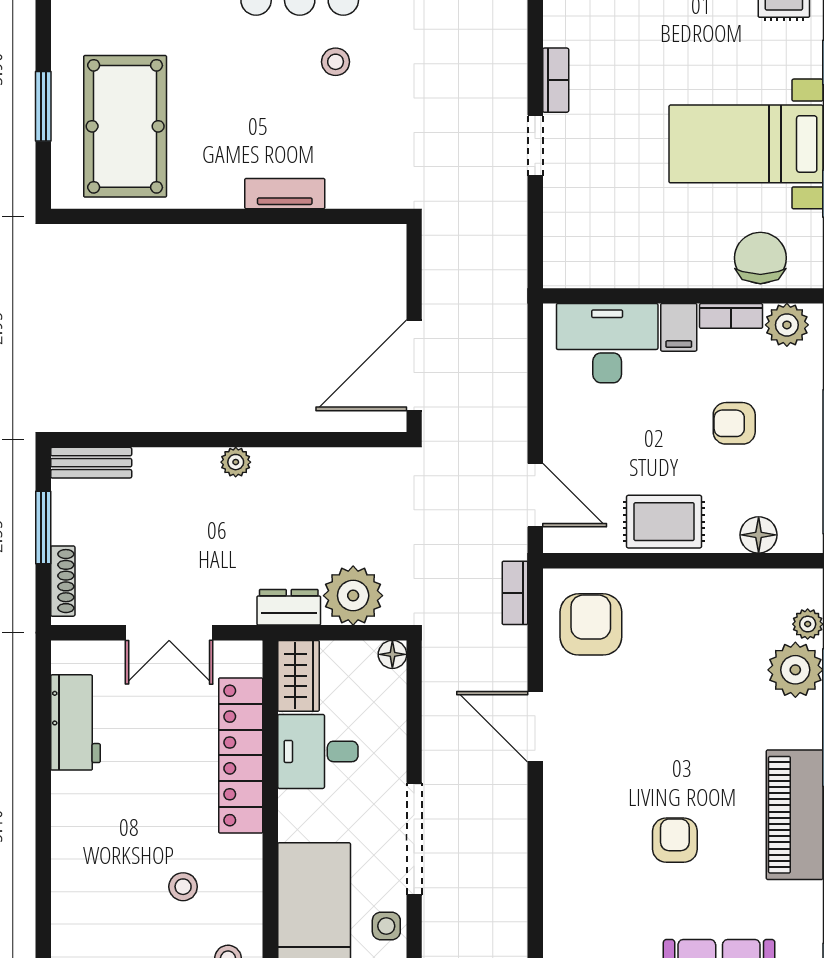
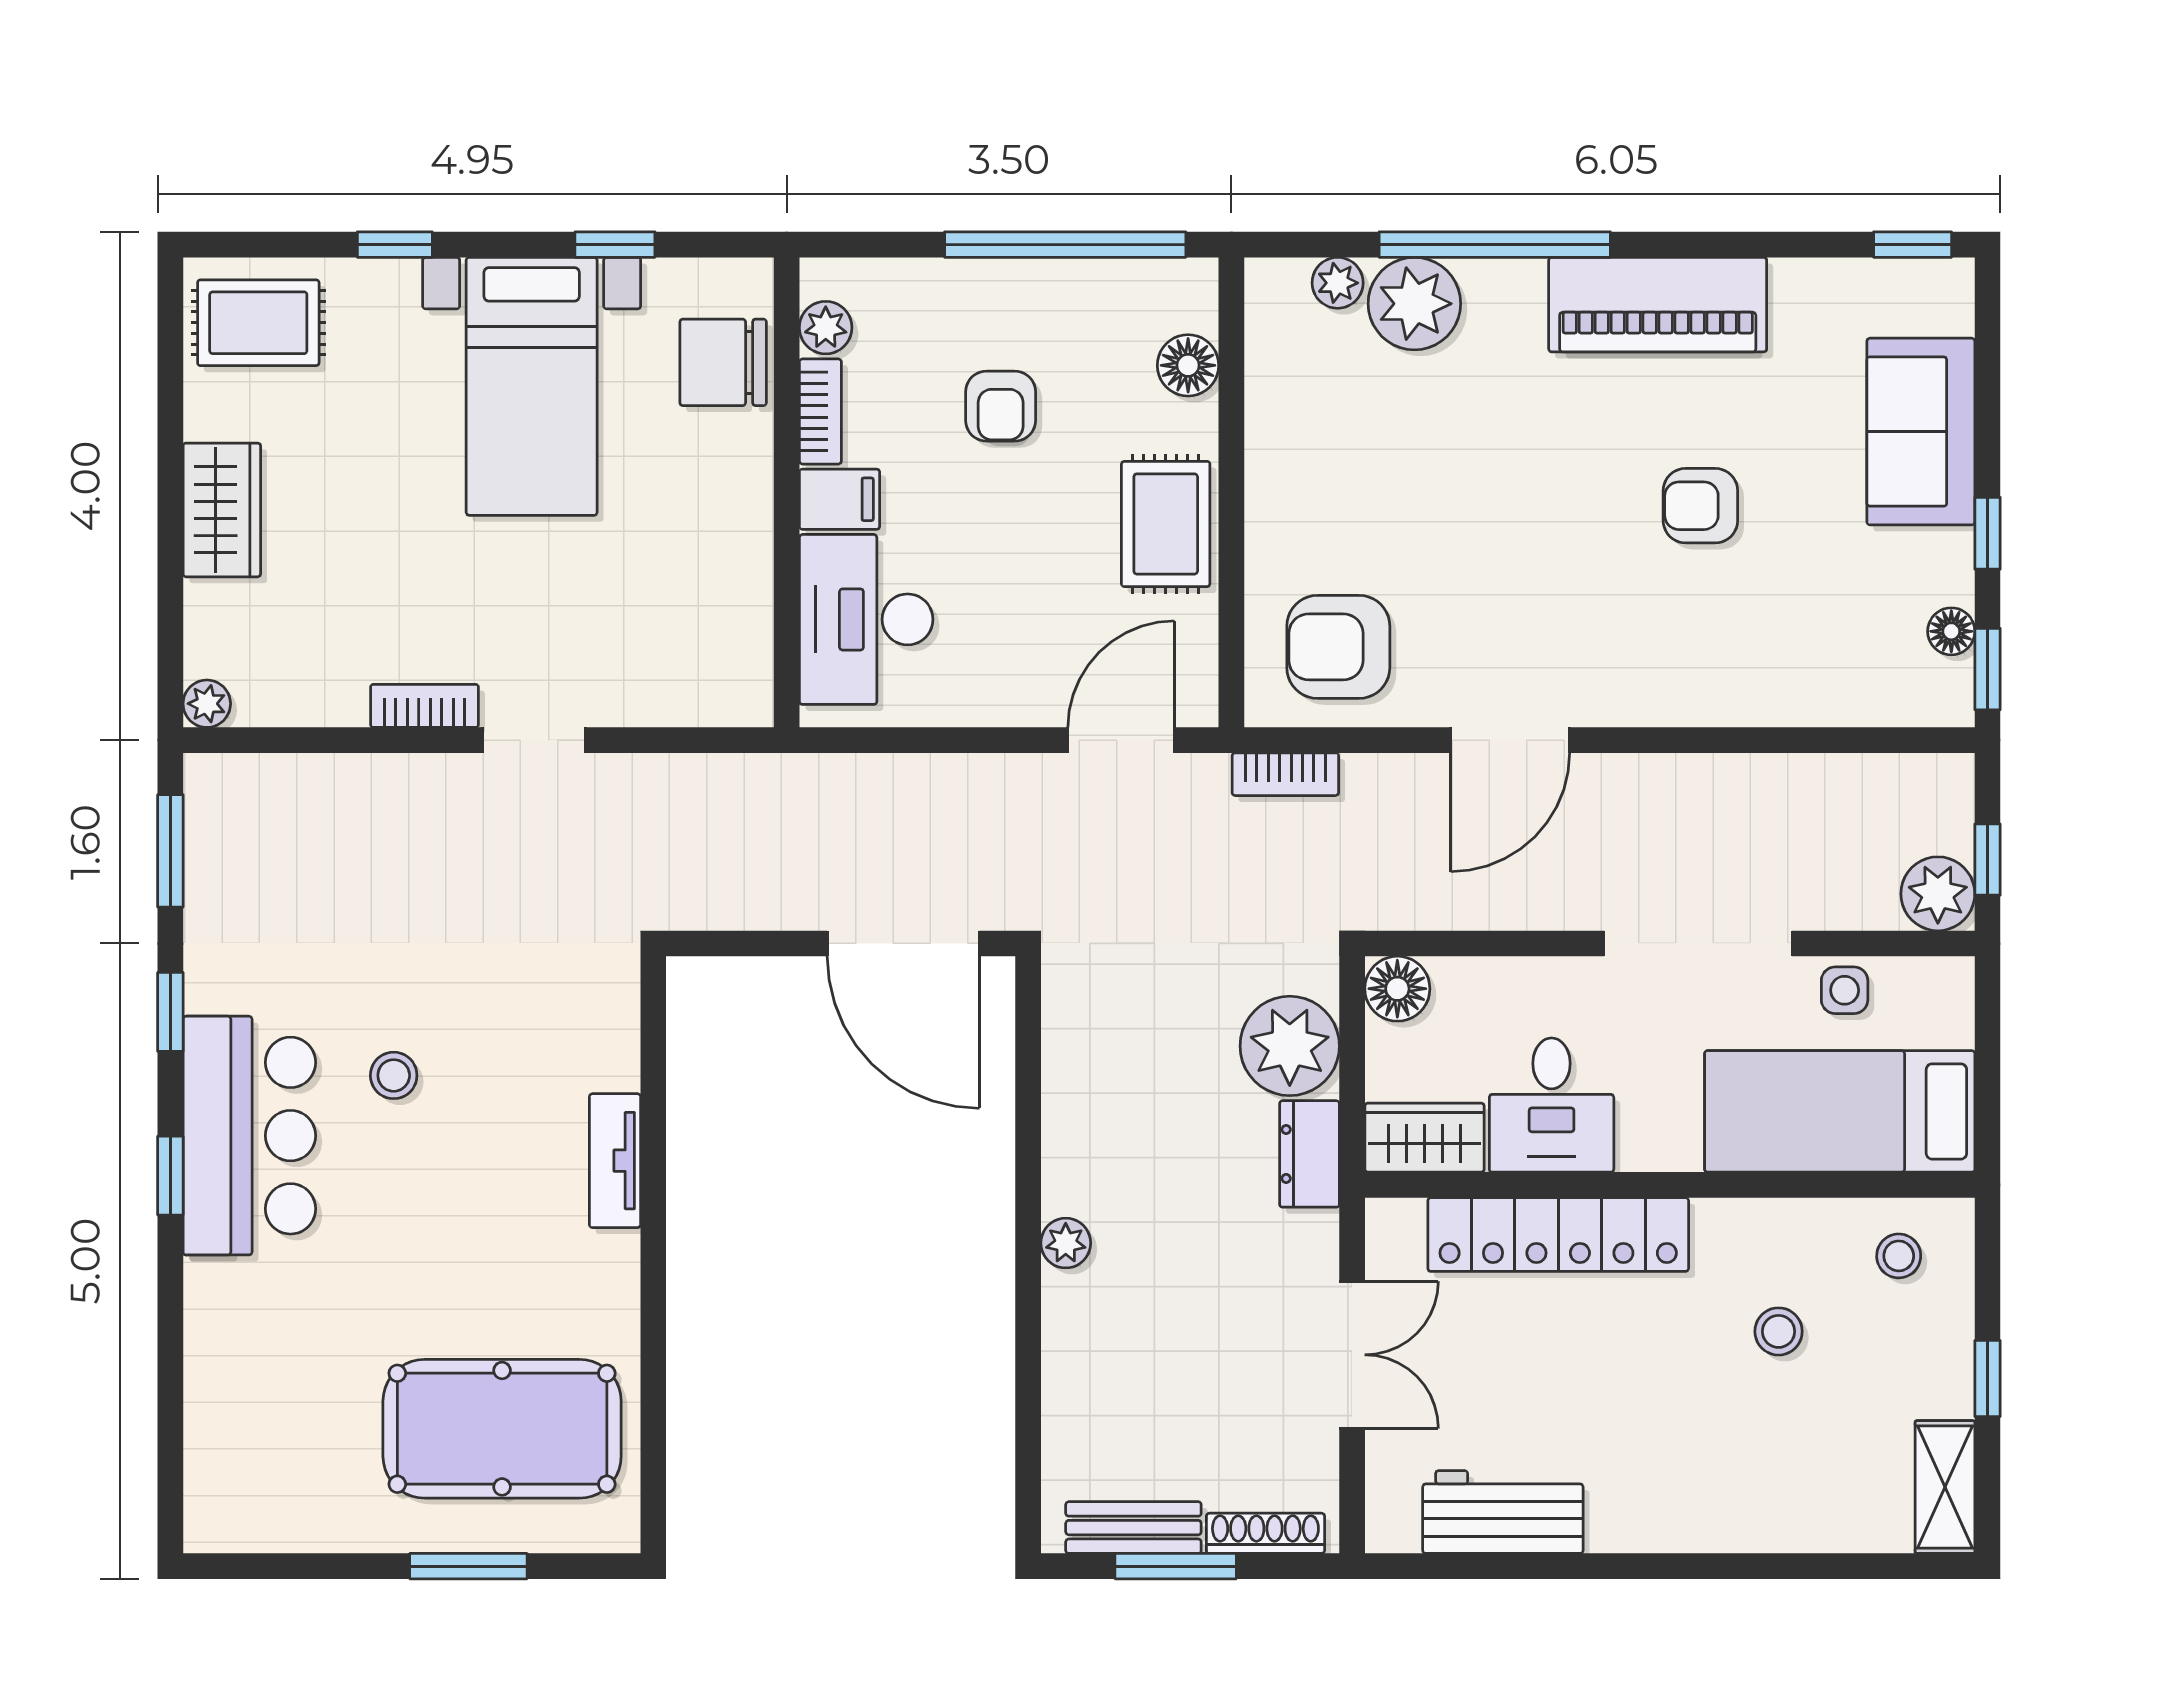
plant: (787, 325) -> (826, 328), width x0.73, depth x0.73
bench: (91, 463) -> (1133, 1528), moved, turned 90
floor lamp: (392, 654) -> (1397, 989), width x1.37, depth x1.37

